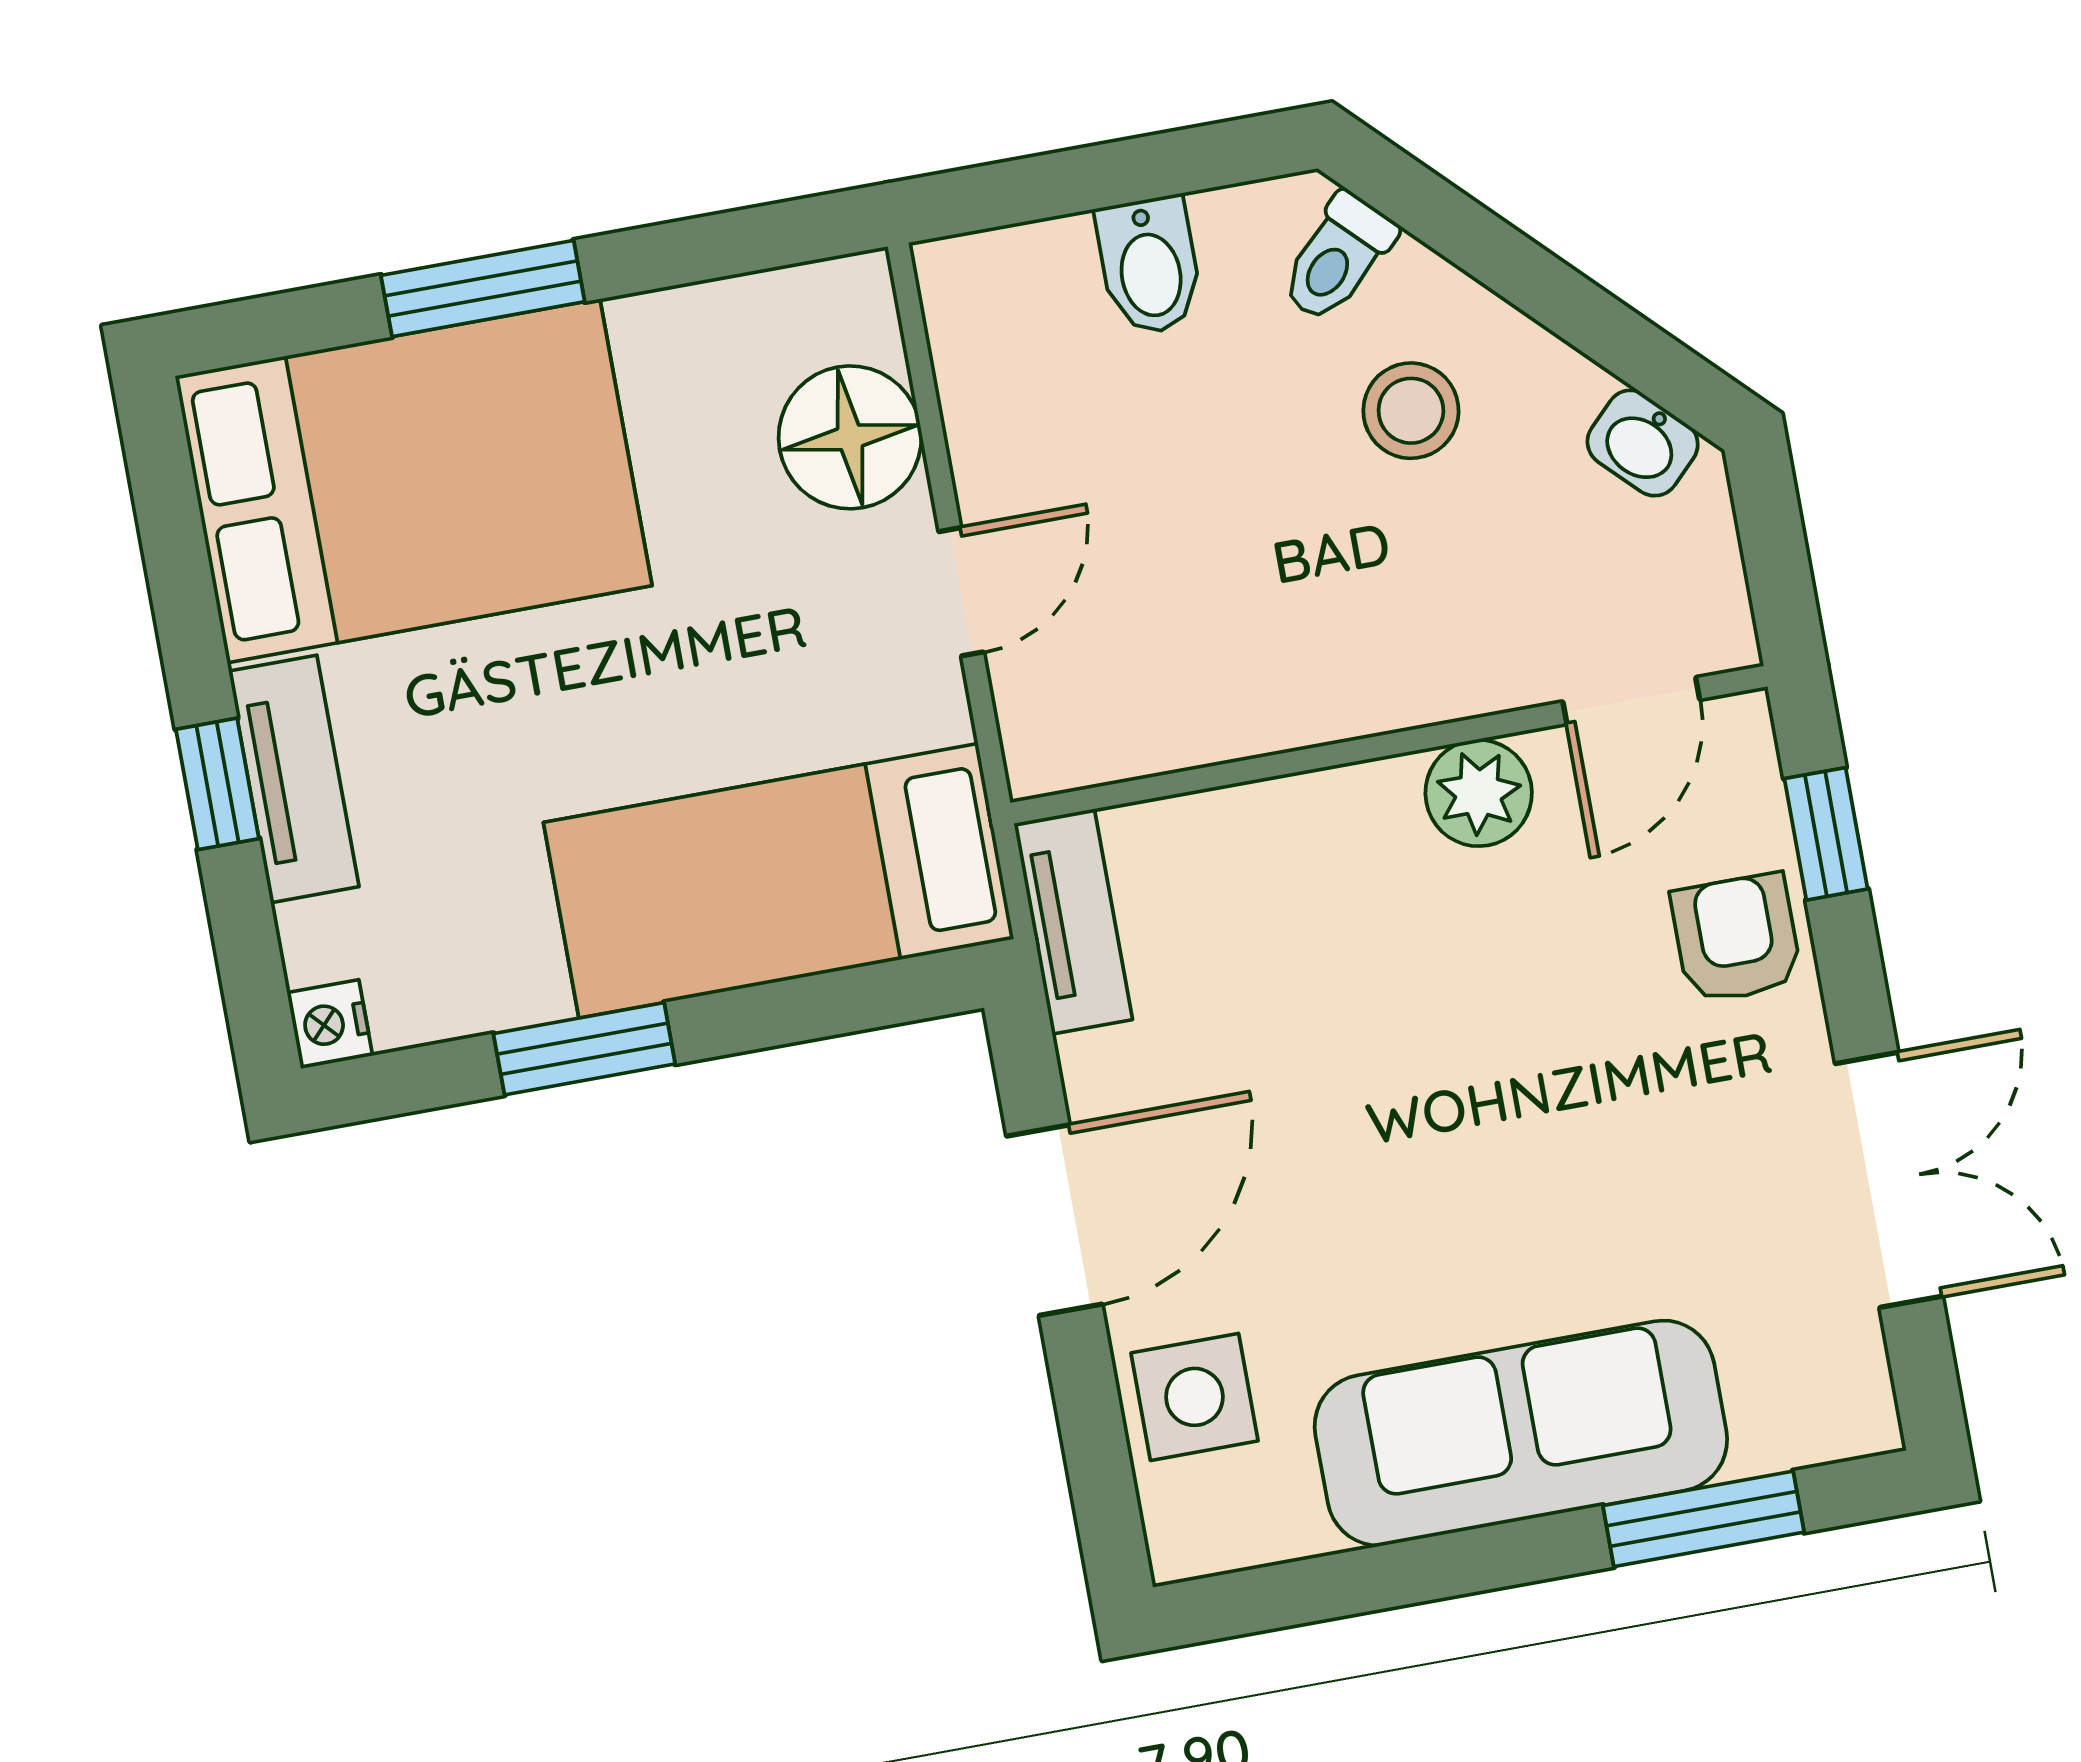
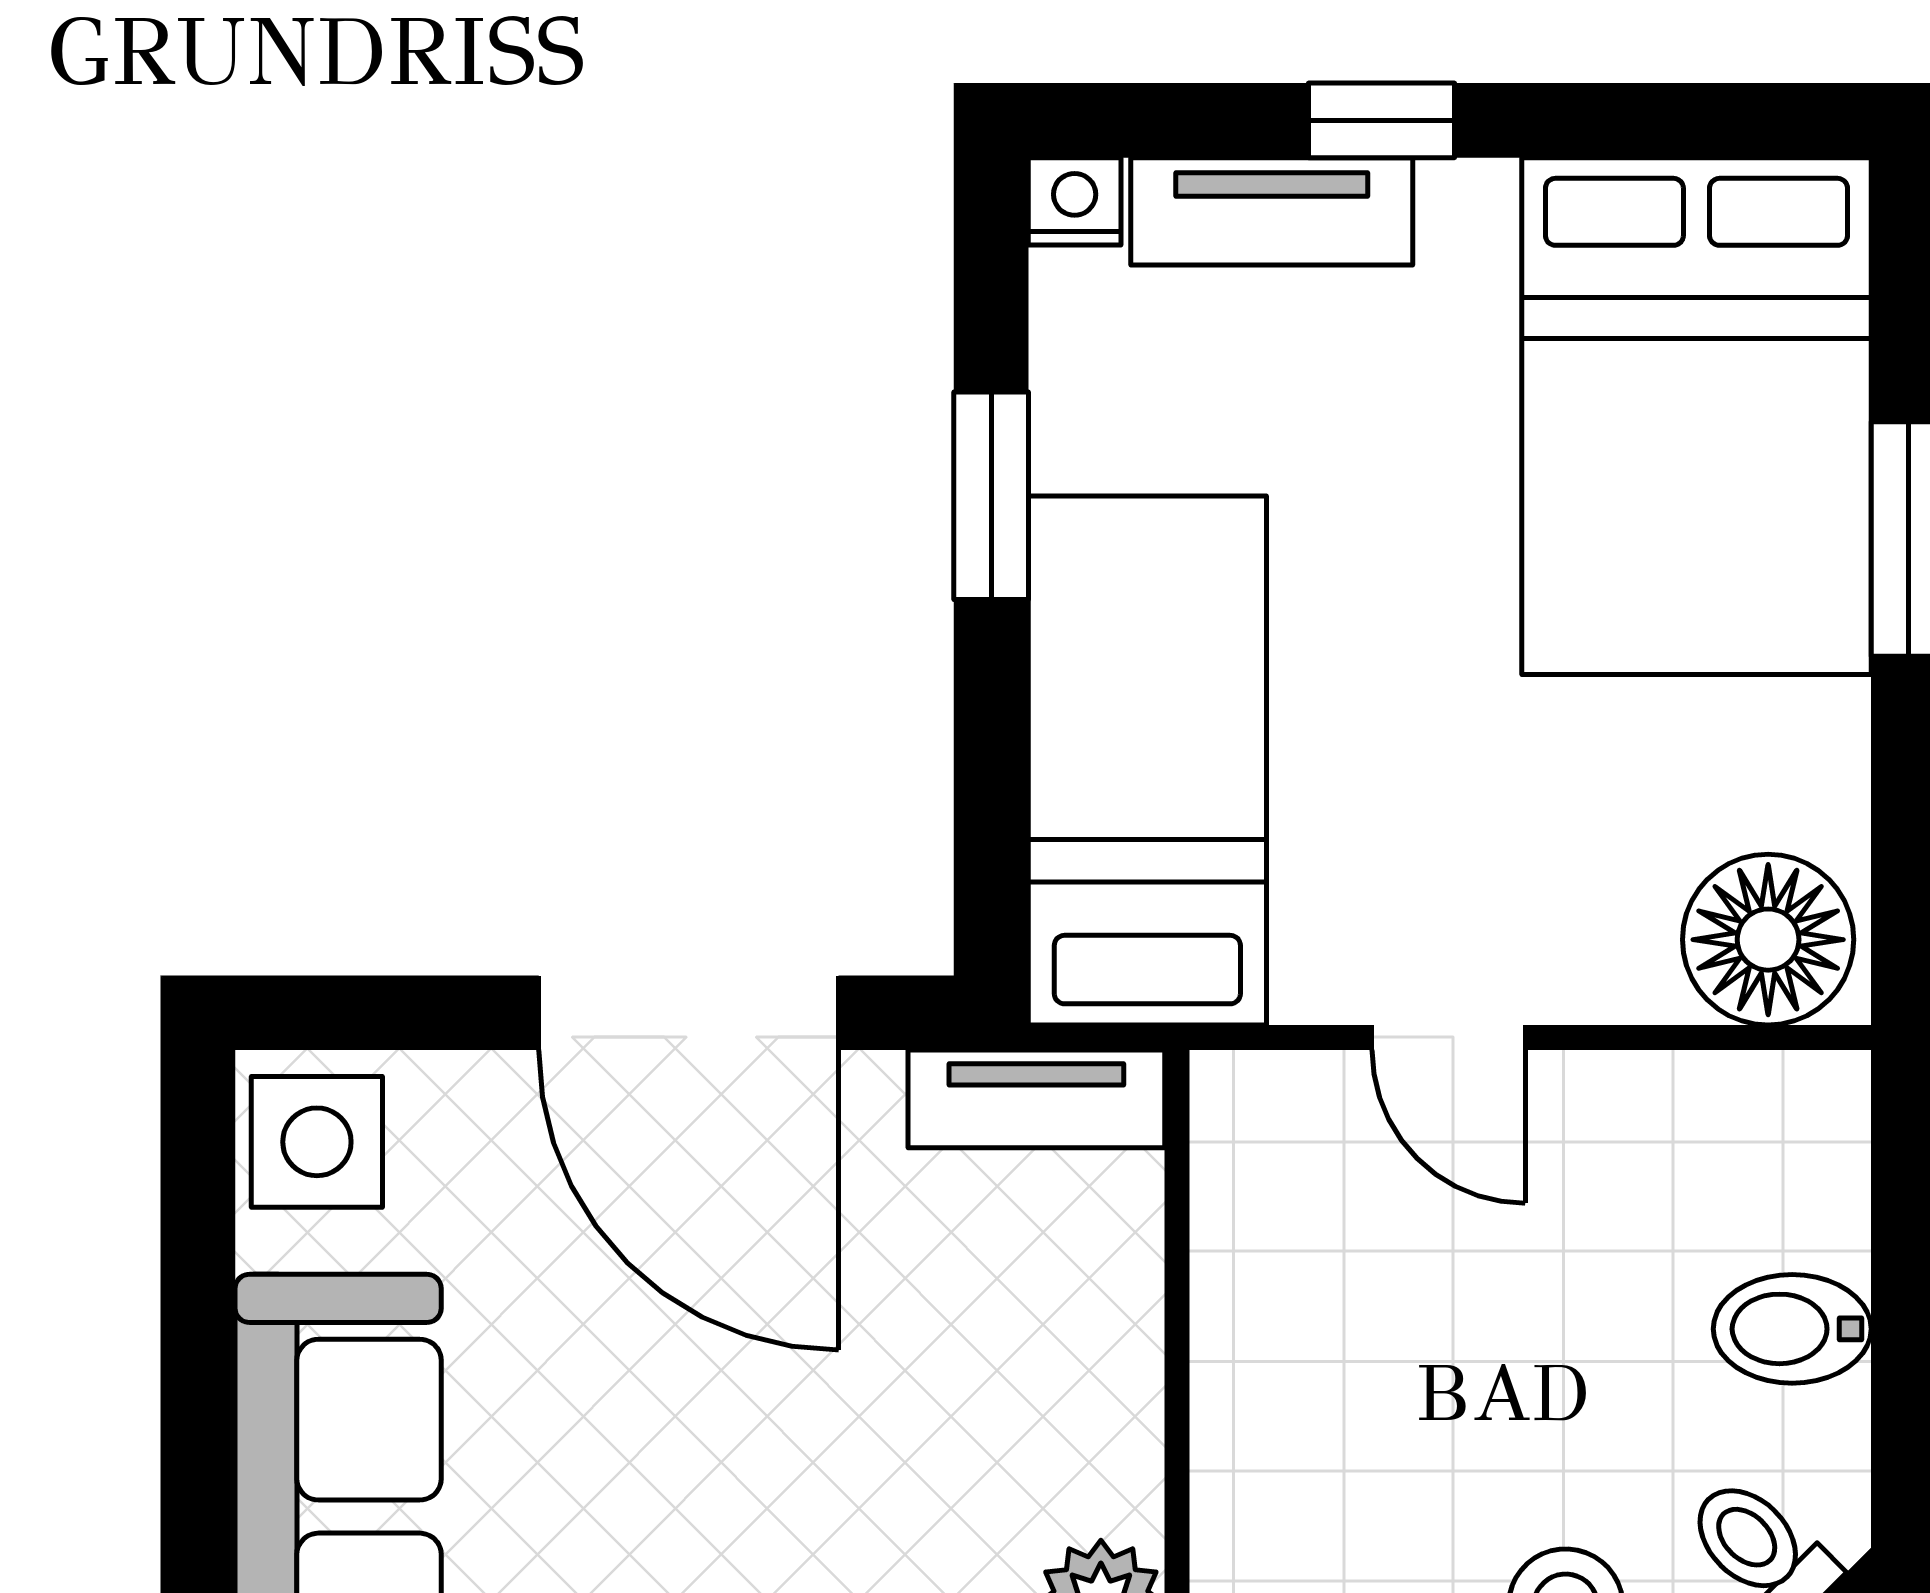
floor lamp: (850, 437) -> (1768, 940), moved
tv unit: (294, 779) -> (1272, 211), moved
door: (1054, 1220) -> (689, 1013), width x1.36
side table: (1194, 1397) -> (317, 1142), moved

